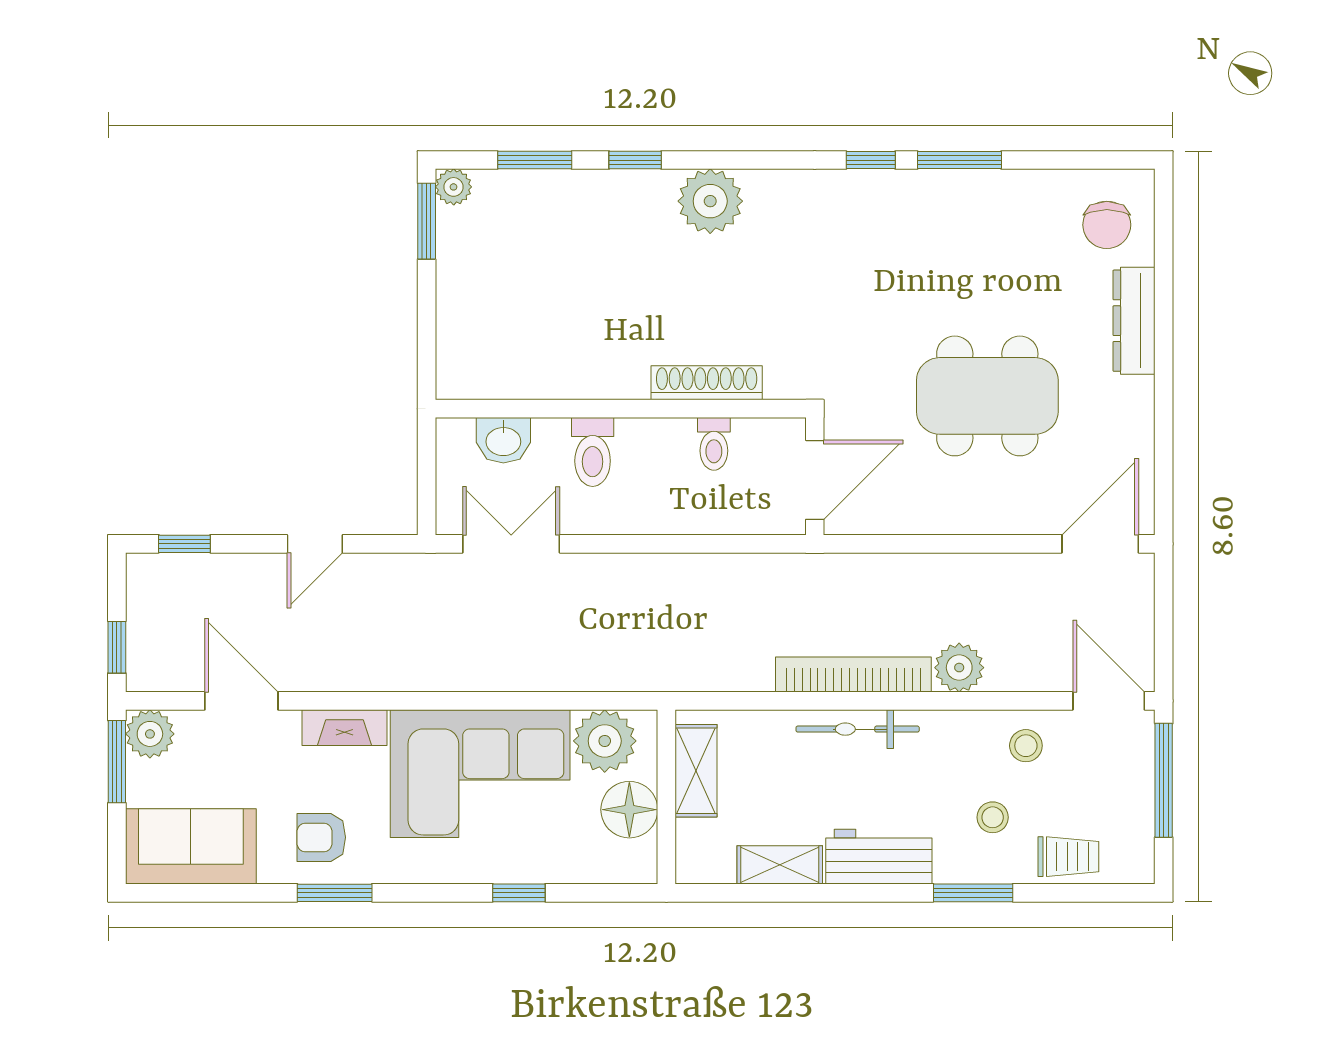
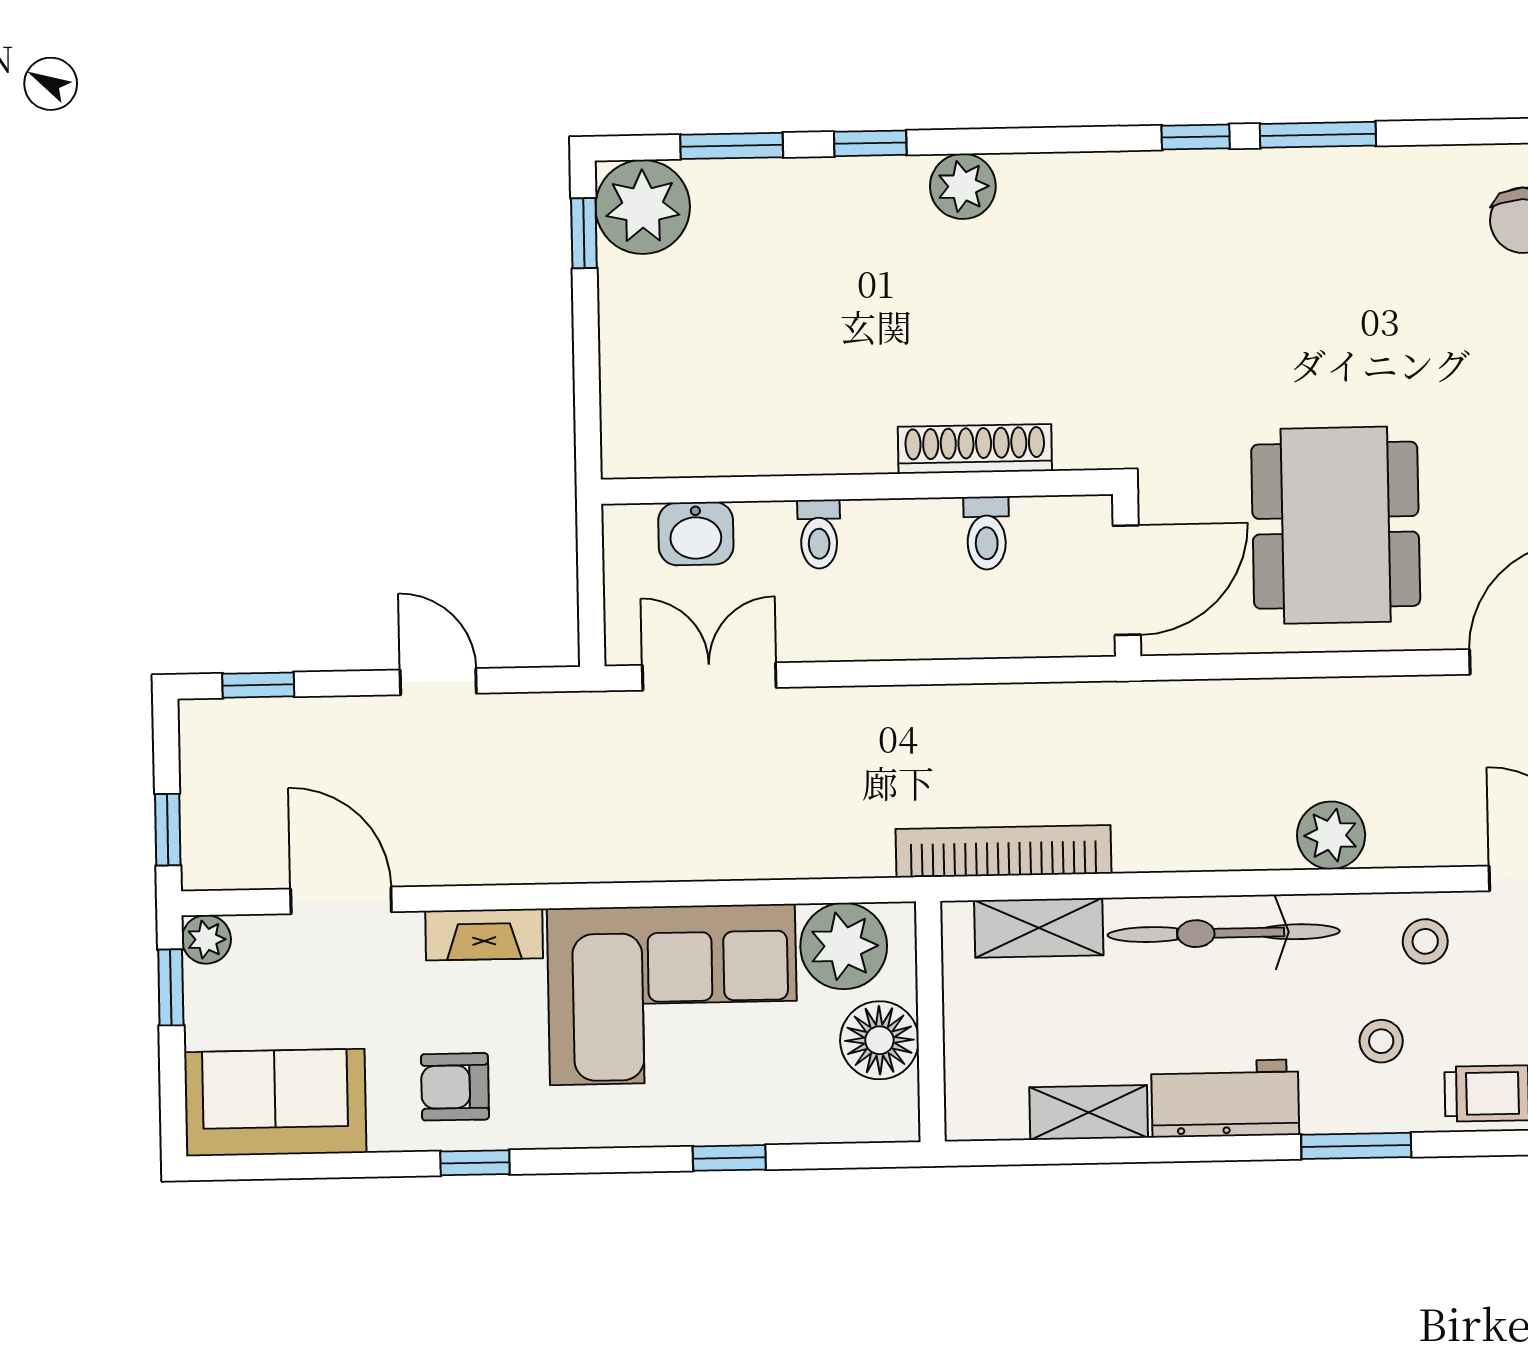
plant: (454, 187) -> (643, 207), width x1.87, depth x1.87
plant: (710, 201) -> (963, 186), width x0.73, depth x0.73
window: (427, 221) -> (584, 233), width x0.67
dining table: (987, 396) -> (1336, 525), moved, turned 90
toilet: (593, 452) -> (819, 534), width x0.73, depth x0.72
door: (315, 544) -> (438, 682), swing flipped
bookcase: (853, 674) -> (1003, 851), moved
bicycle: (858, 729) -> (1224, 933), width x1.37, depth x1.40
plant: (150, 734) -> (206, 939), width x0.73, depth x0.73
window: (117, 762) -> (171, 987), width x0.67
shelving: (696, 771) -> (1039, 928), moved, turned 90
window: (335, 893) -> (475, 1163), width x0.67

